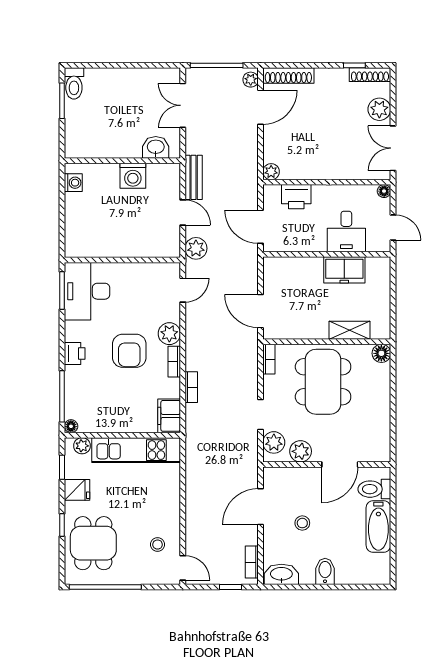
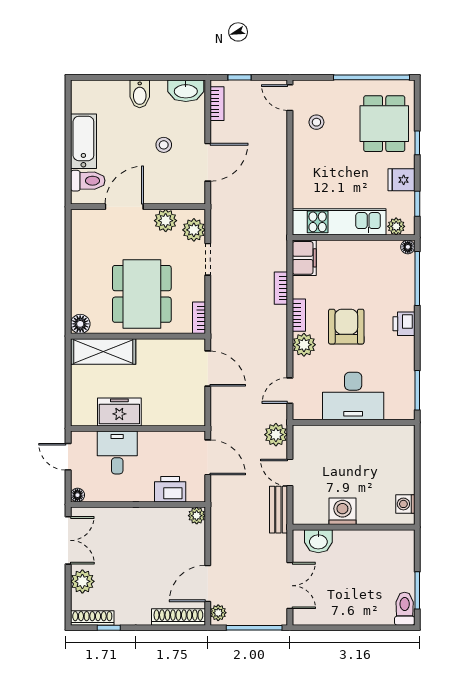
desk: (87, 291) -> (353, 396), moved, turned 90
shelving: (349, 330) -> (103, 351), width x1.50, depth x1.33

